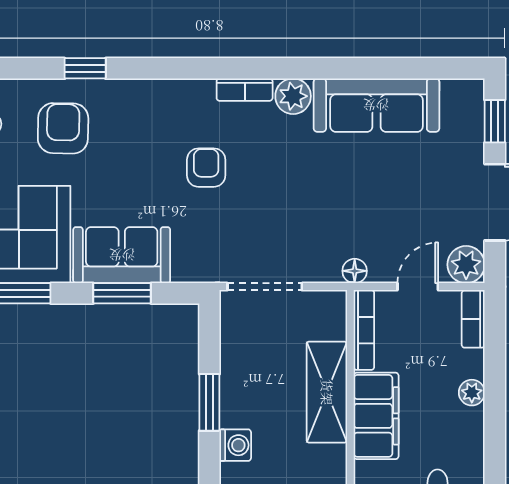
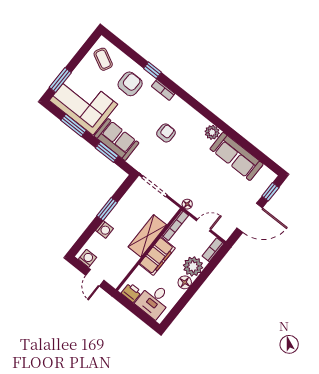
bookcase: (245, 90) -> (163, 90), moved
plant: (466, 265) -> (225, 230), removed
plant: (472, 393) -> (193, 266), width x1.87, depth x1.87
floor lamp: (469, 424) -> (185, 282), added

